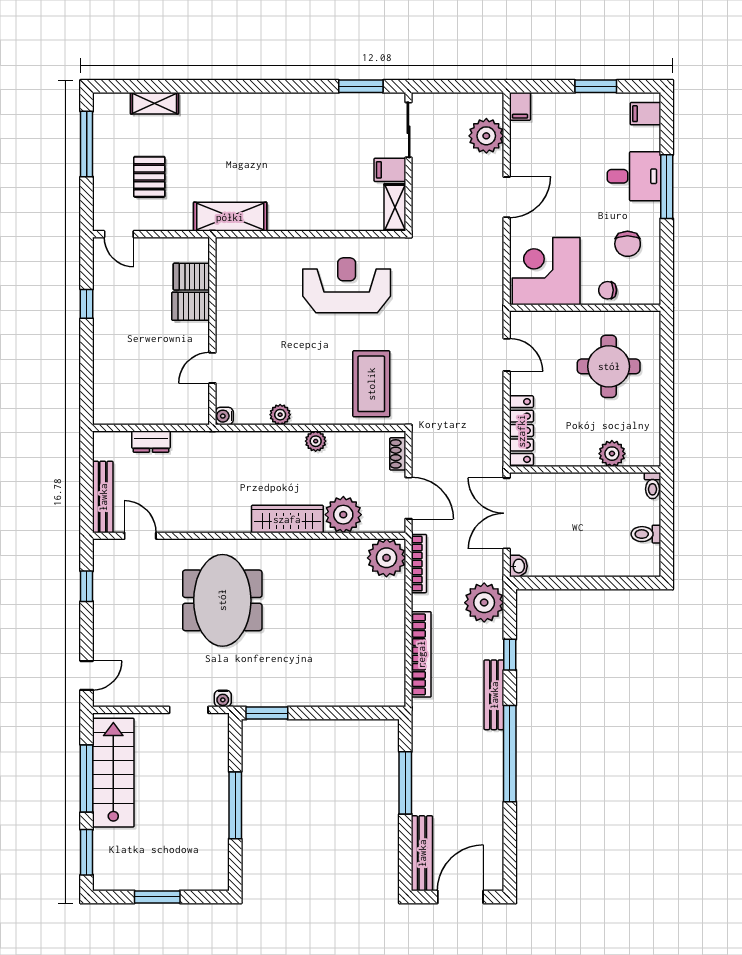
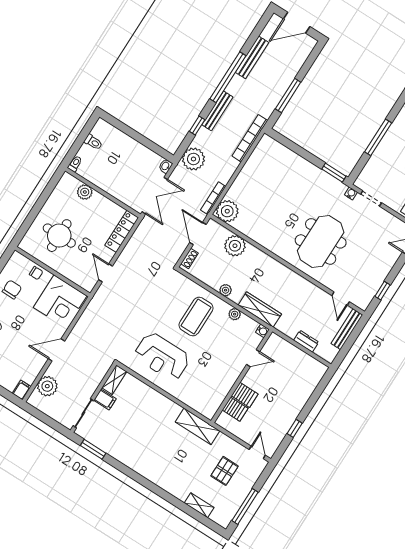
coffee table: (371, 384) -> (196, 317), moved
wardrobe: (287, 519) -> (260, 310), moved, turned 180
bookcase: (421, 654) -> (250, 138), moved
bench: (422, 853) -> (252, 57), moved

